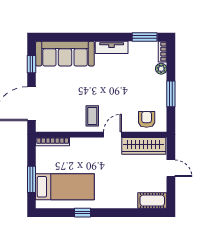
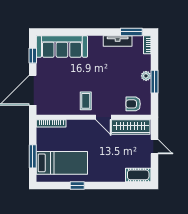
tv unit: (112, 47) -> (118, 41), moved
plant: (161, 69) -> (146, 76), moved
armchair: (147, 119) -> (133, 104), turned -90
door: (113, 135) -> (103, 117), swing flipped

